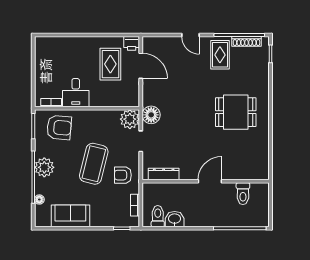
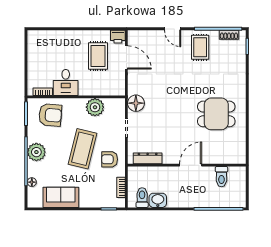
shoe rack: (247, 41) -> (229, 35), width x0.70
dining table: (236, 112) -> (216, 114), moved
plant: (130, 119) -> (95, 107), moved

